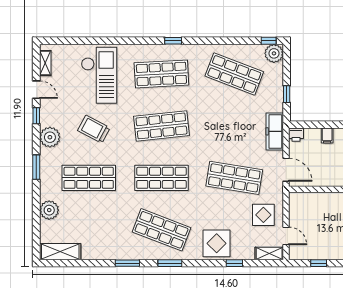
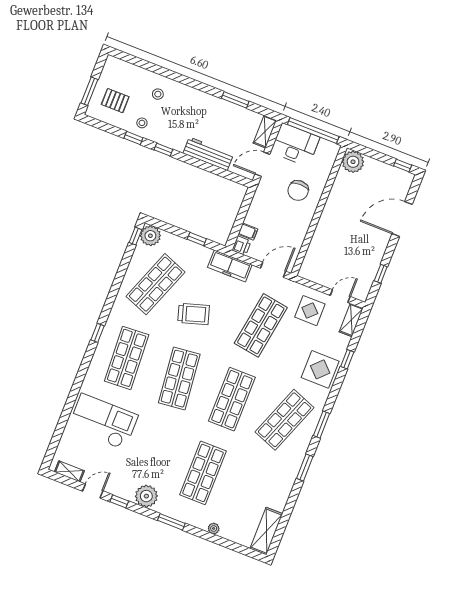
trolley: (94, 129) -> (194, 314), moved, turned -135
filing cabinet: (327, 135) -> (248, 232), moved
plant: (49, 210) -> (214, 528), width x0.53, depth x0.53

